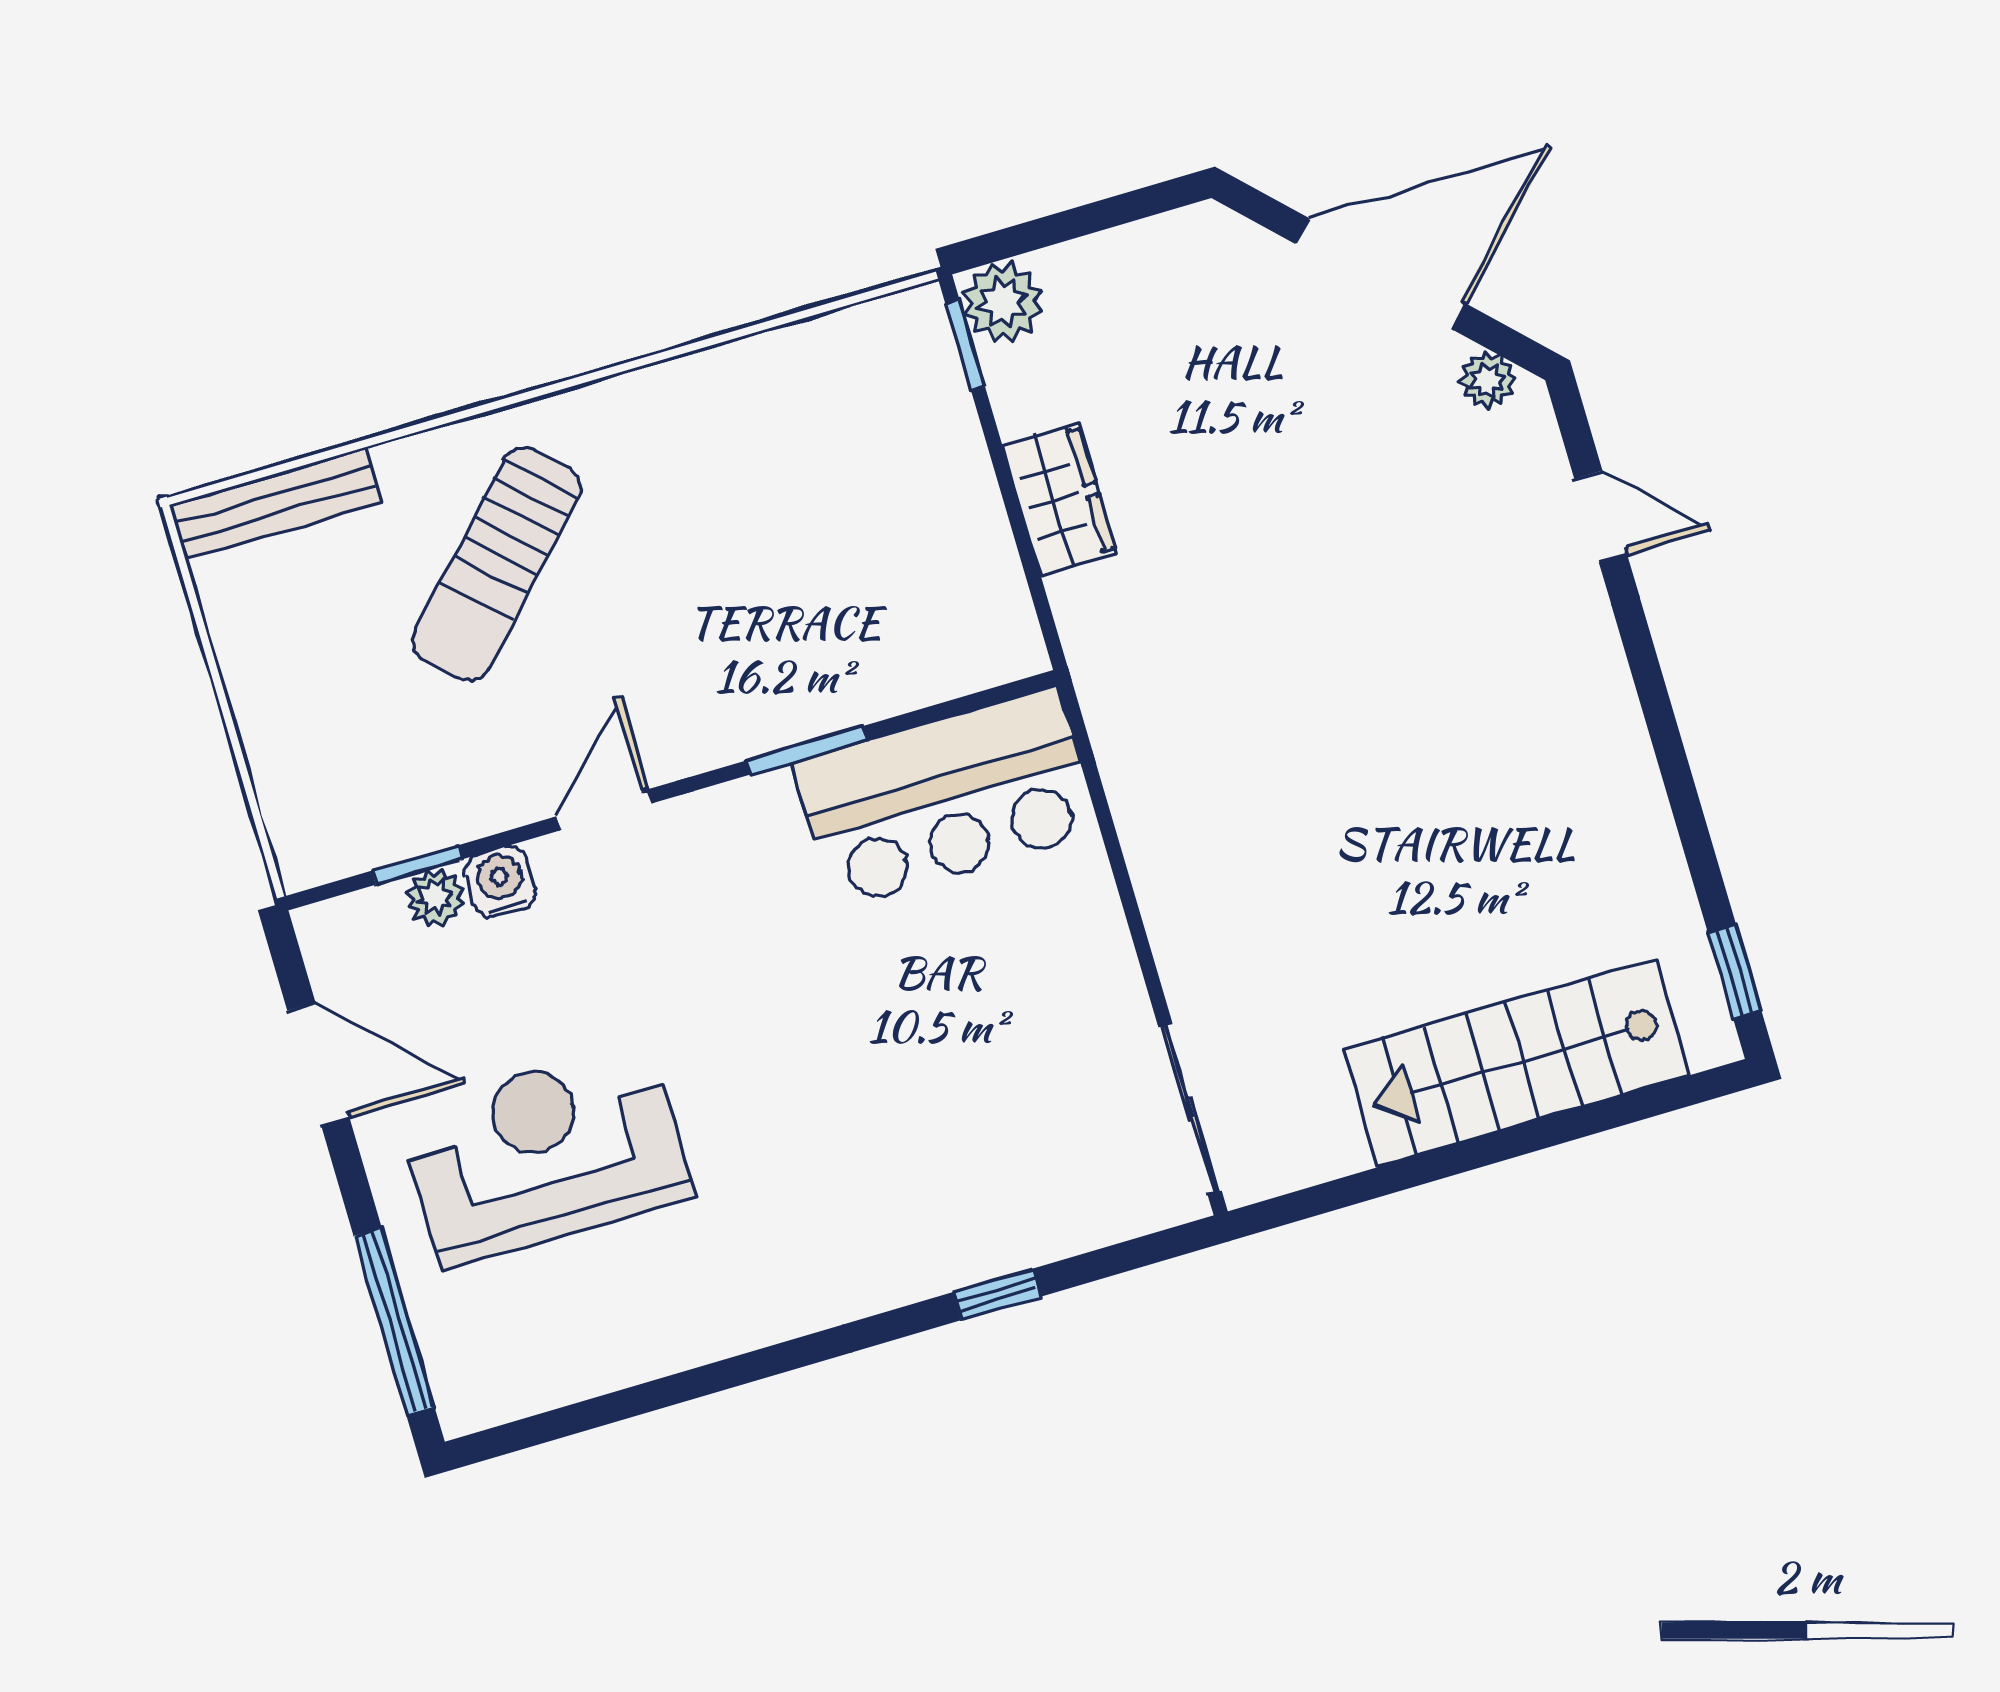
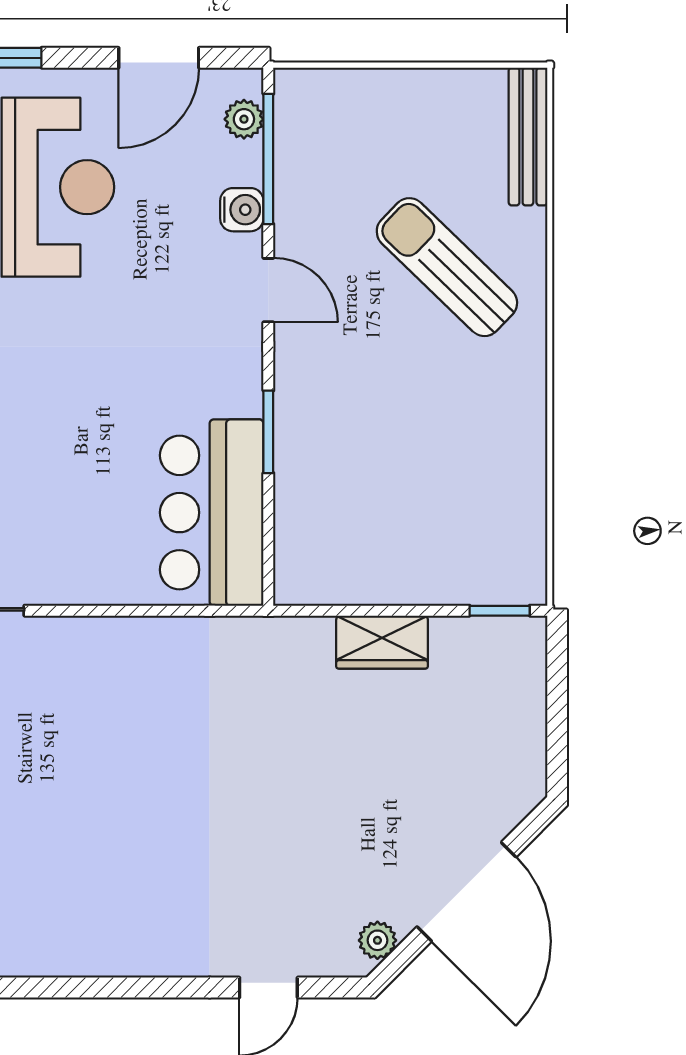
plant: (1003, 302) -> (520, 643), removed
window: (417, 865) -> (268, 159), width x2.17
plant: (435, 897) -> (244, 119), moved

